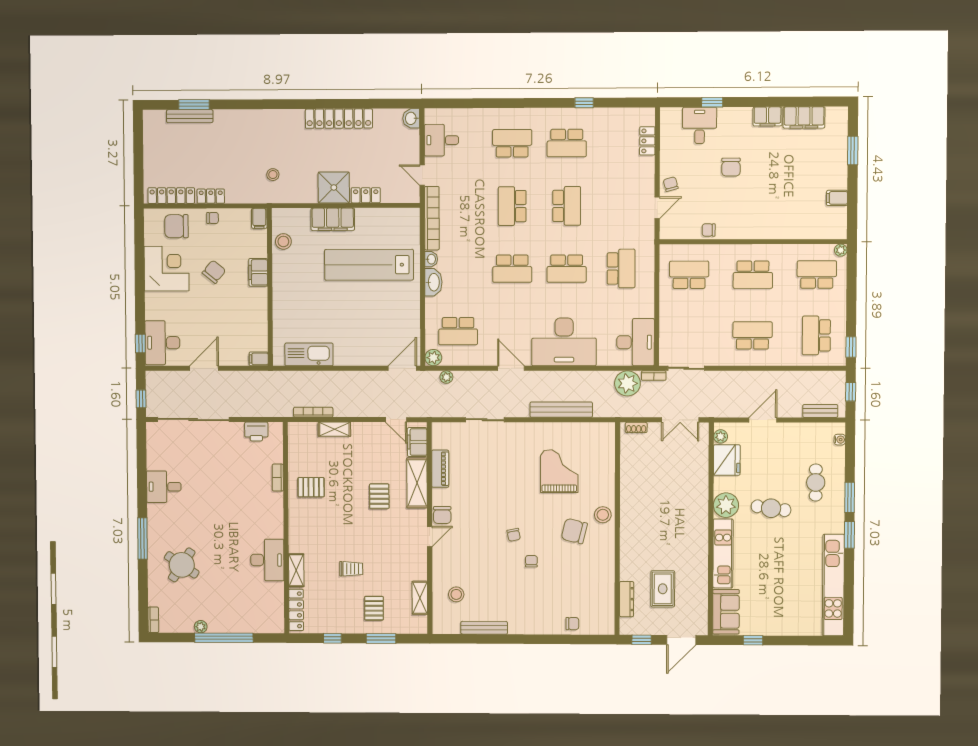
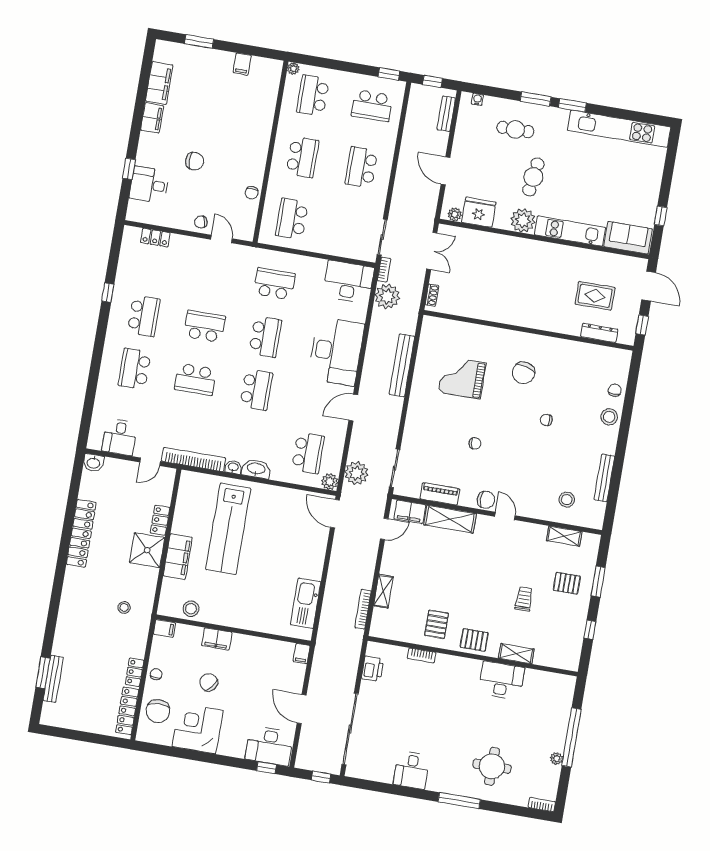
plant: (446, 377) -> (356, 473), width x1.87, depth x1.87
sliding door: (485, 420) -> (395, 468), moved
pallet: (379, 496) -> (474, 640), moved
stool: (603, 515) -> (609, 417), moved
chair: (514, 535) -> (475, 443), moved
round table: (182, 565) -> (492, 766), turned -34
locker: (296, 610) -> (556, 661), removed

